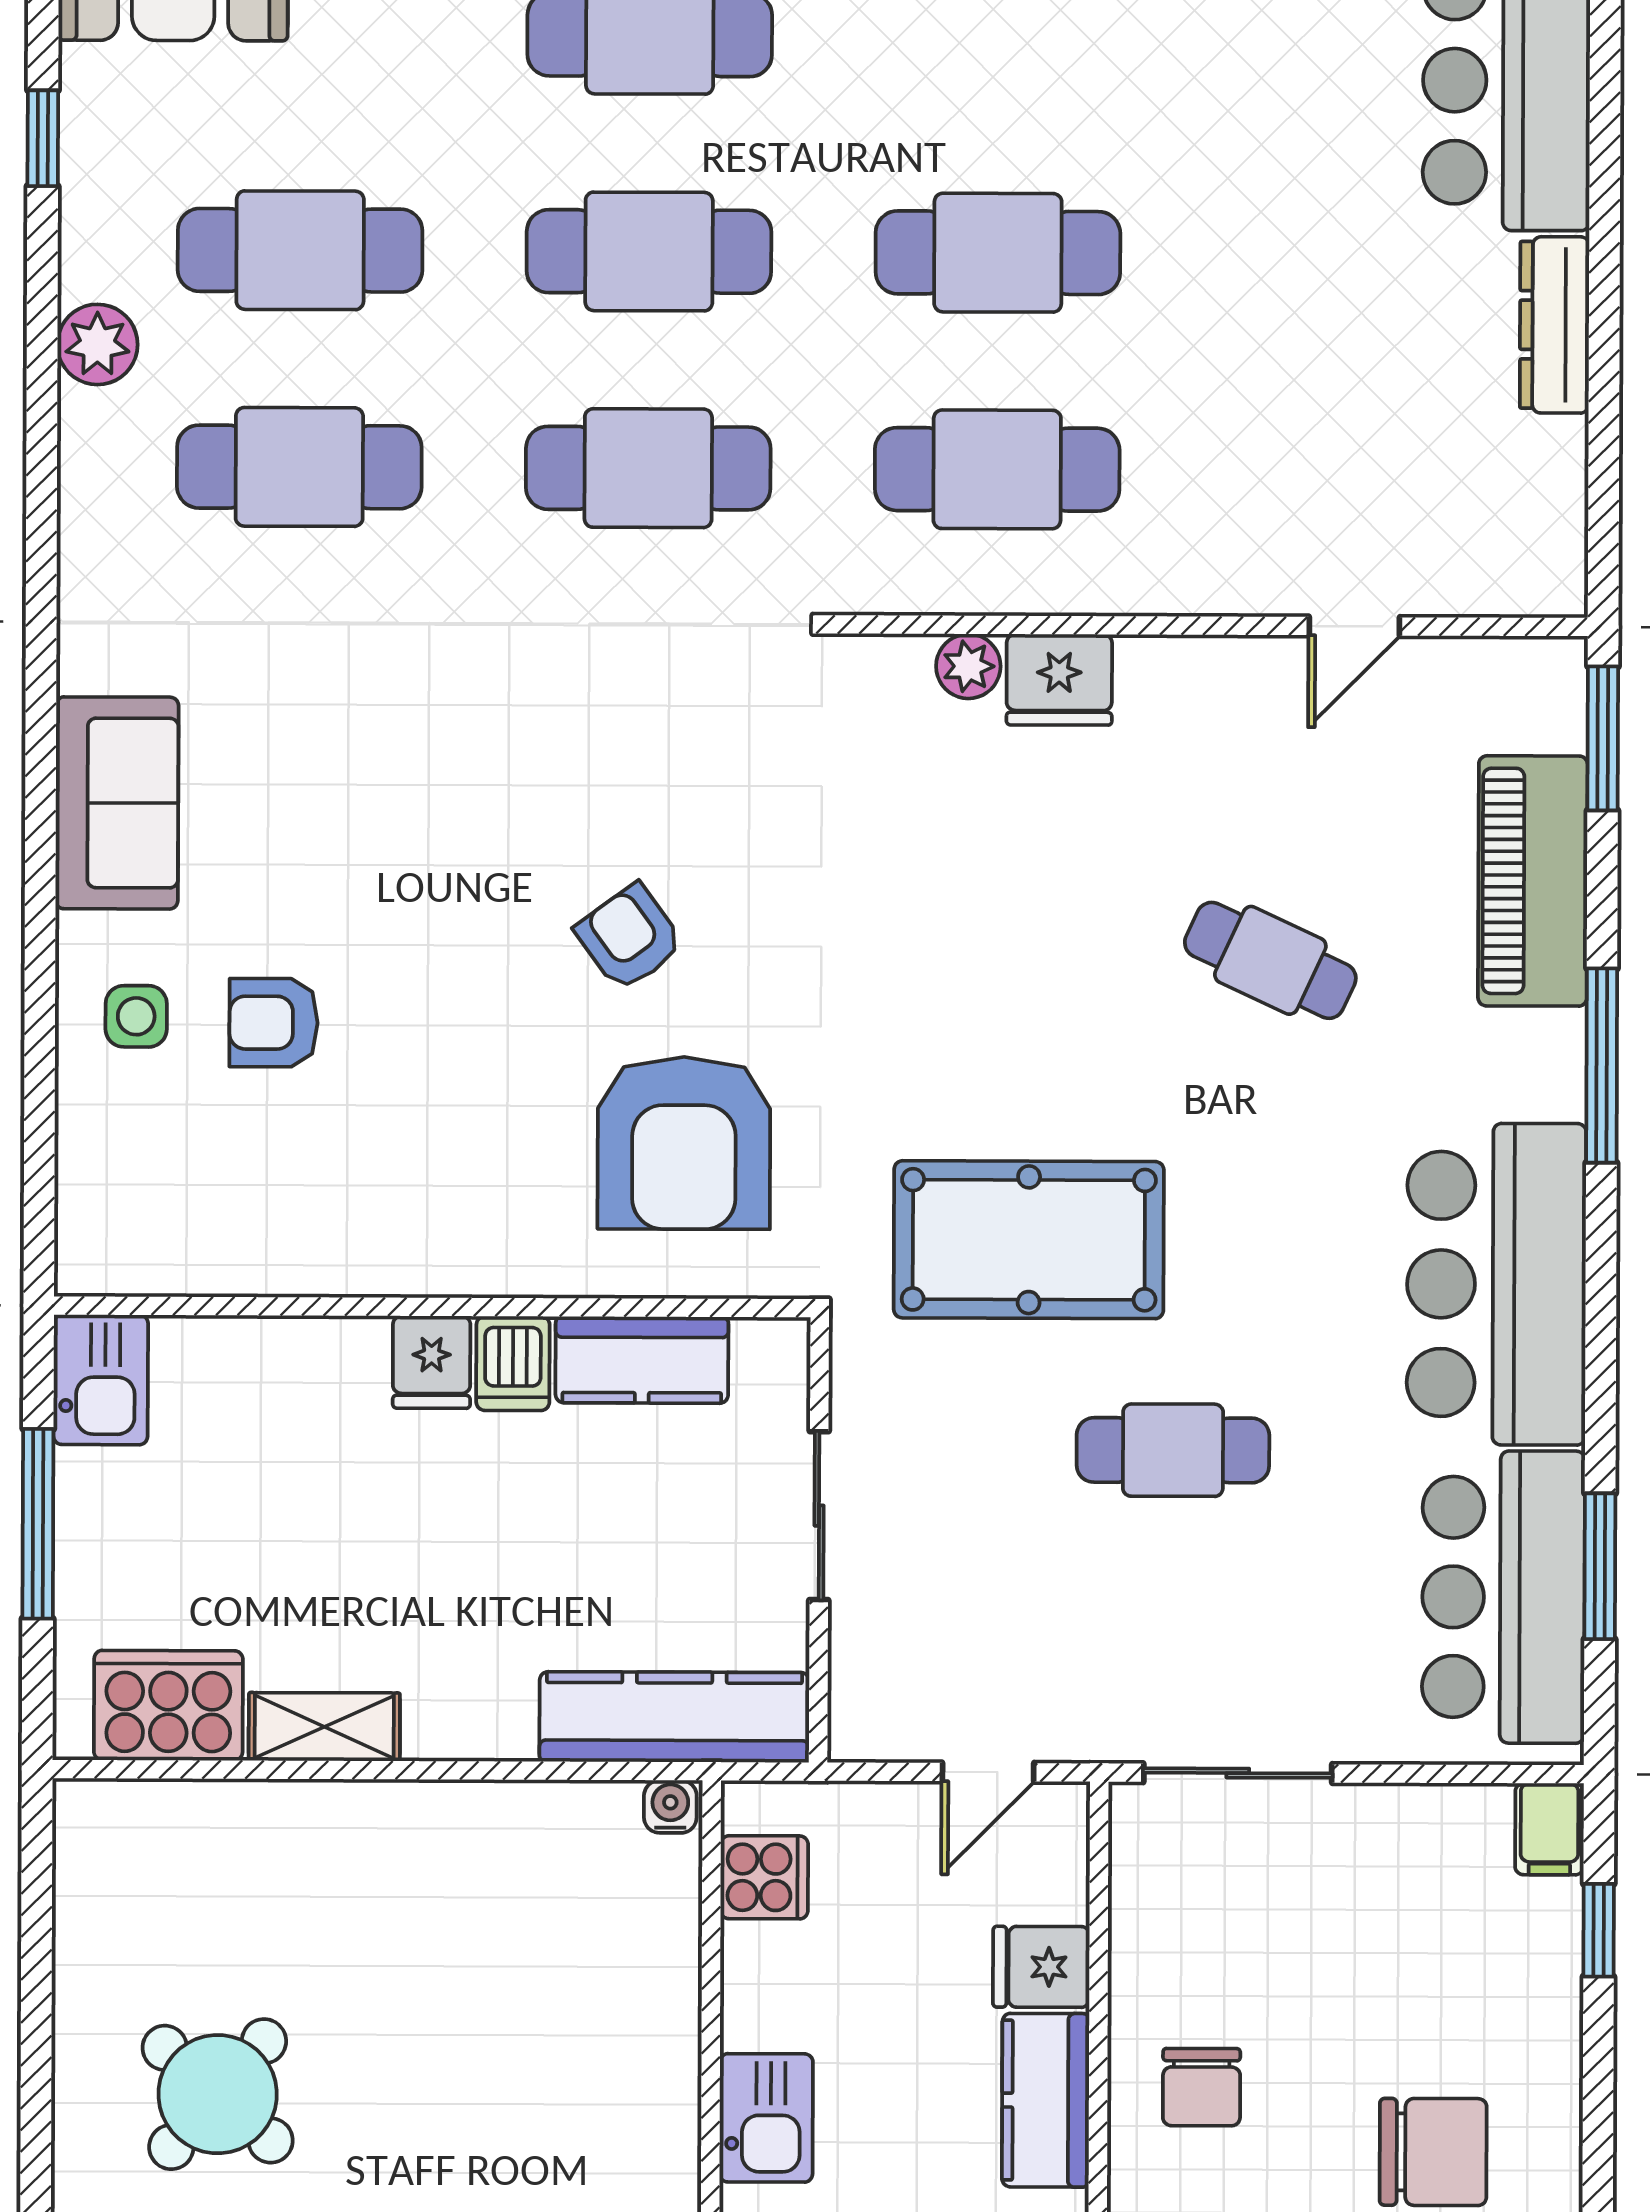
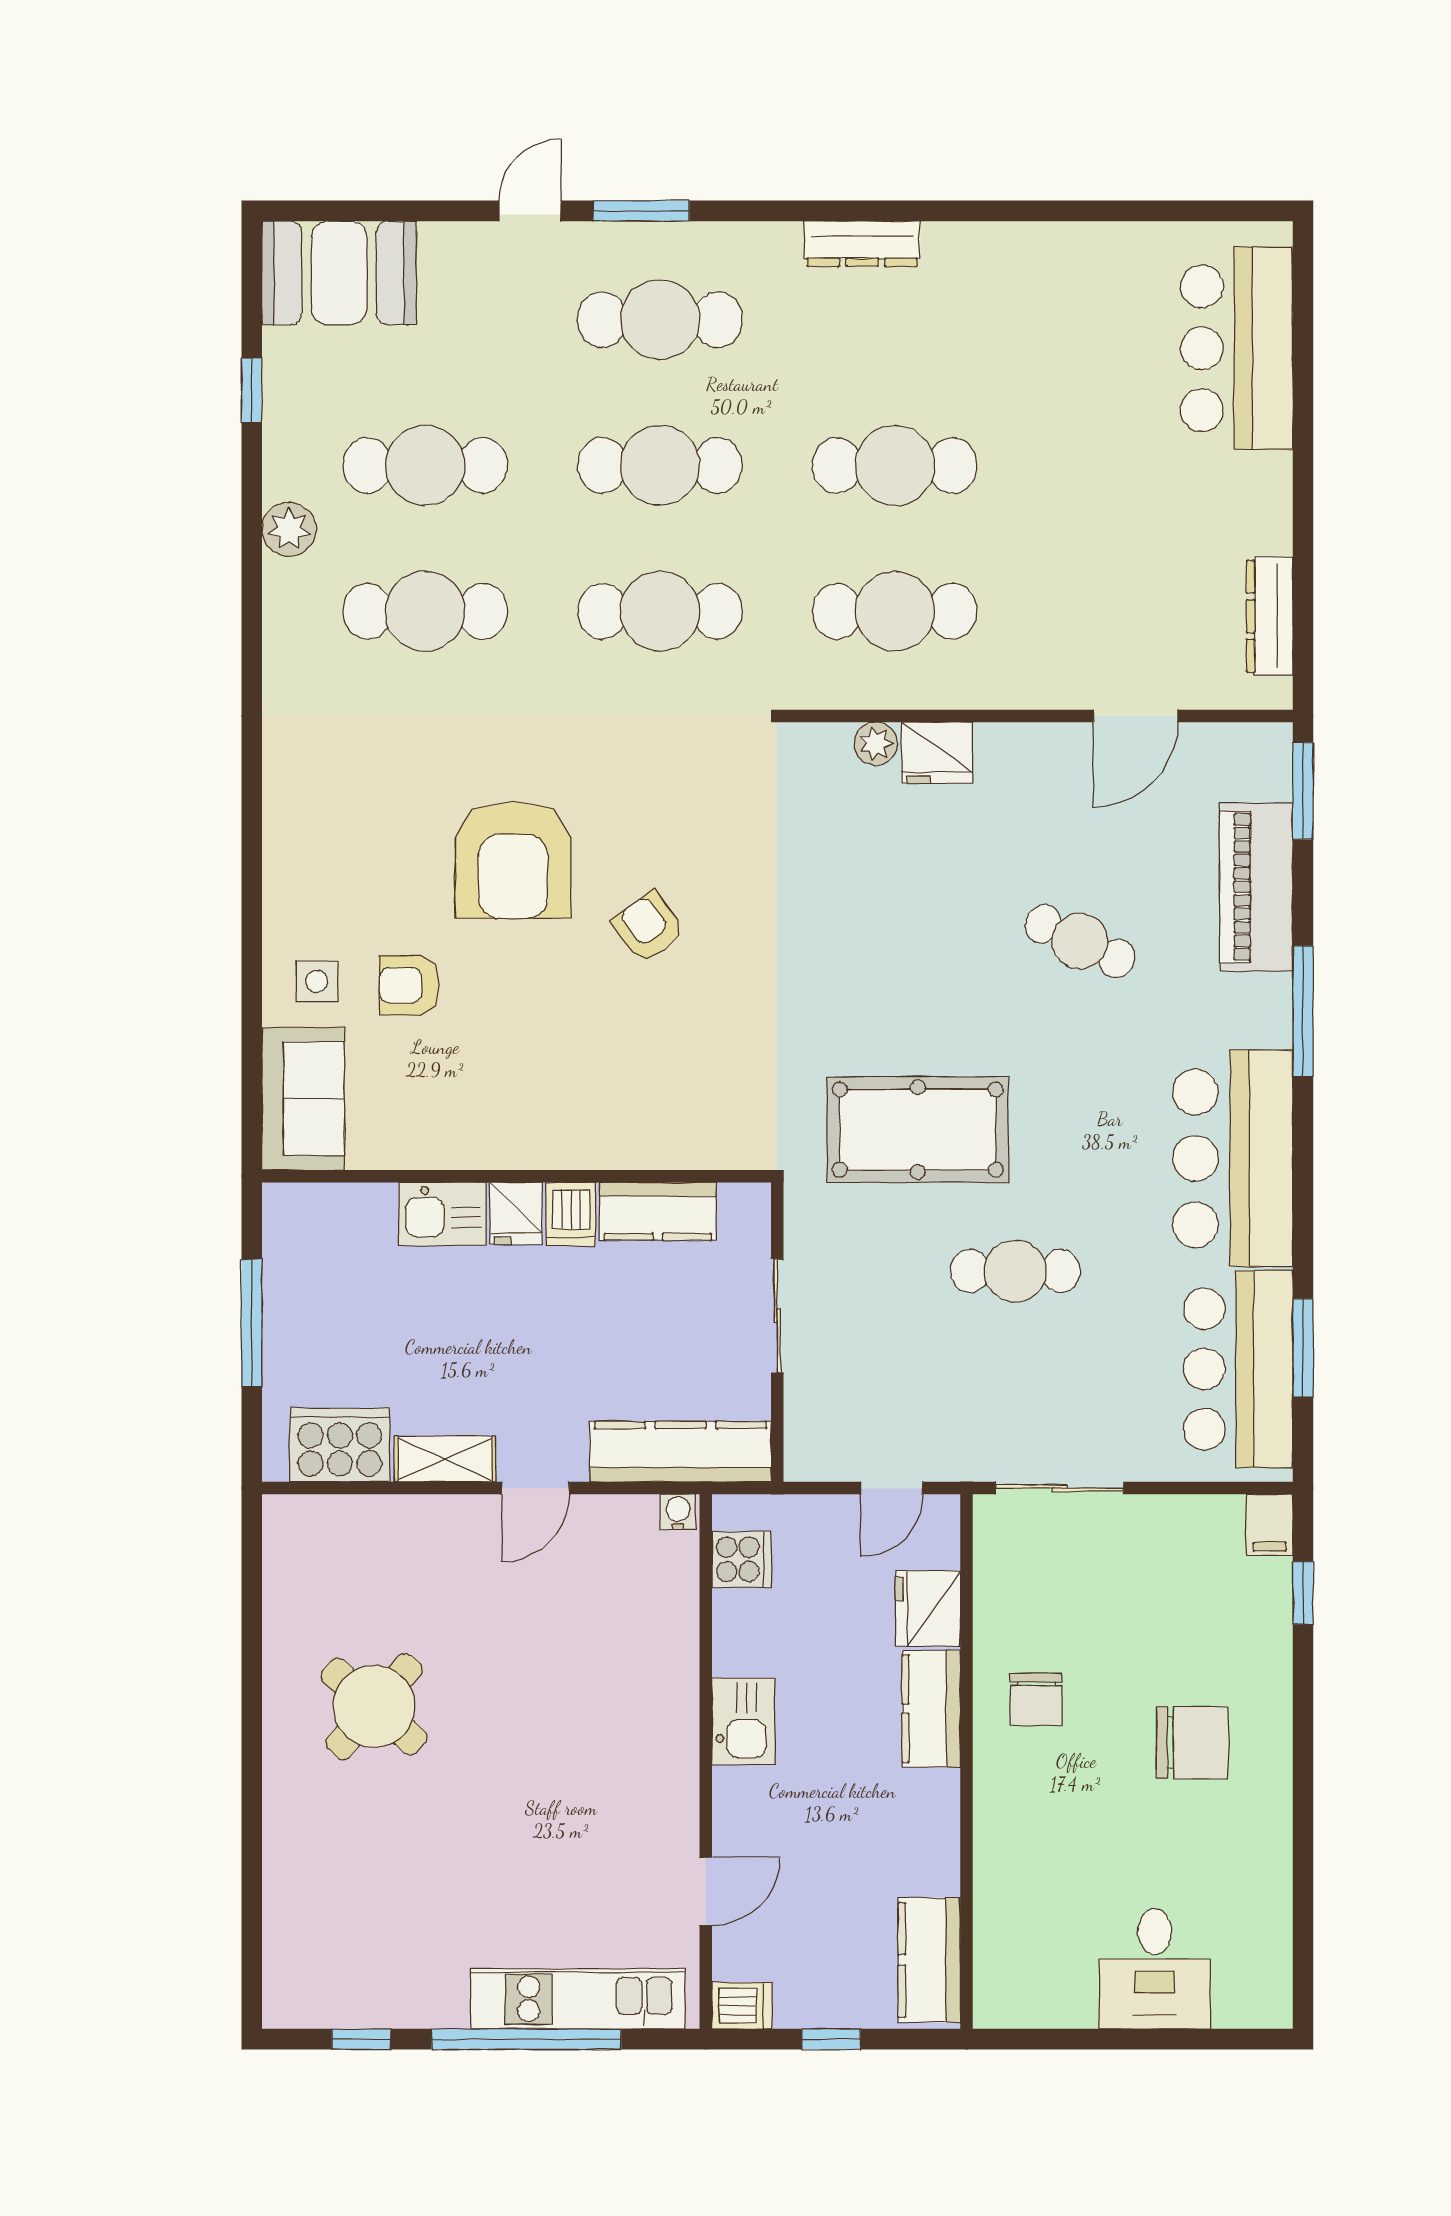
dresser: (1555, 325) -> (1270, 616), moved
door: (1354, 626) -> (1136, 716), width x1.38
sofa: (117, 803) -> (303, 1099), moved
armchair: (684, 1143) -> (513, 860), moved
kitchen sink: (101, 1380) -> (442, 1214), moved, turned 90
door: (459, 1770) -> (536, 1488), added
fridge: (1041, 1967) -> (928, 1608), width x1.38

